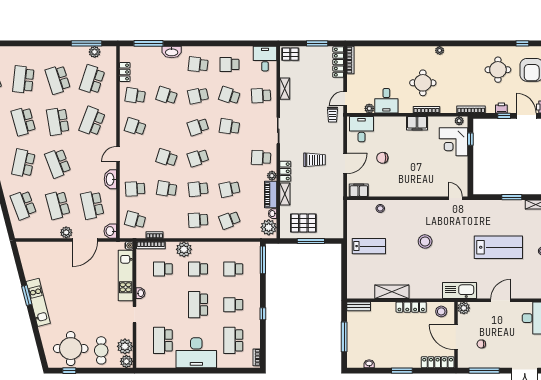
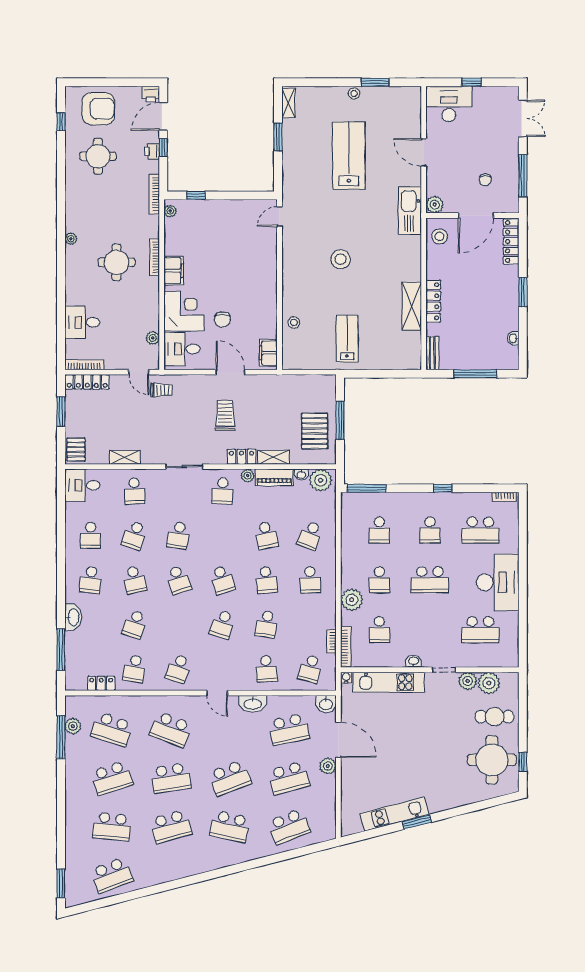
desk: (386, 101) -> (82, 322), moved, turned 180
corner desk: (453, 142) -> (184, 311), moved, turned -90
school desk: (230, 220) -> (310, 535), turned 42
kitchen unit: (38, 302) -> (395, 814), moved
locker: (411, 307) -> (433, 301), moved
plant: (126, 361) -> (468, 681), moved

